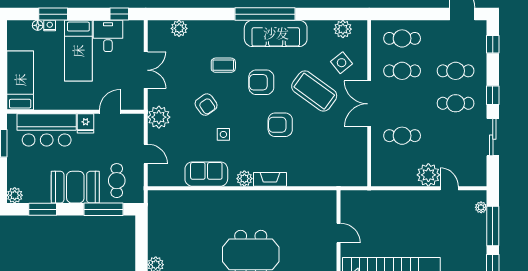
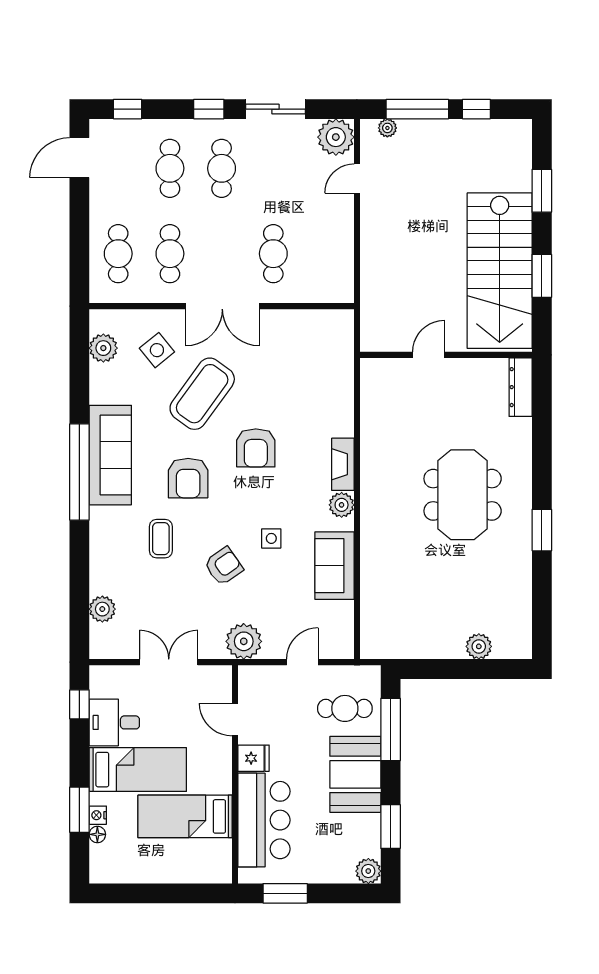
bed: (20, 80) -> (185, 816), moved
plant: (428, 175) -> (336, 137), moved

